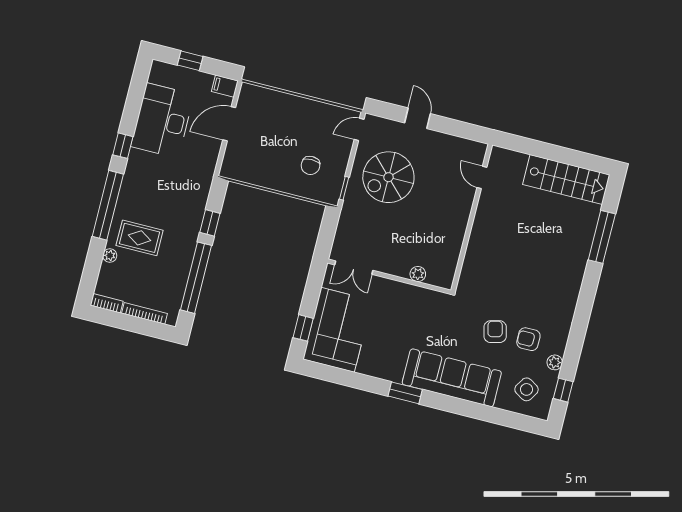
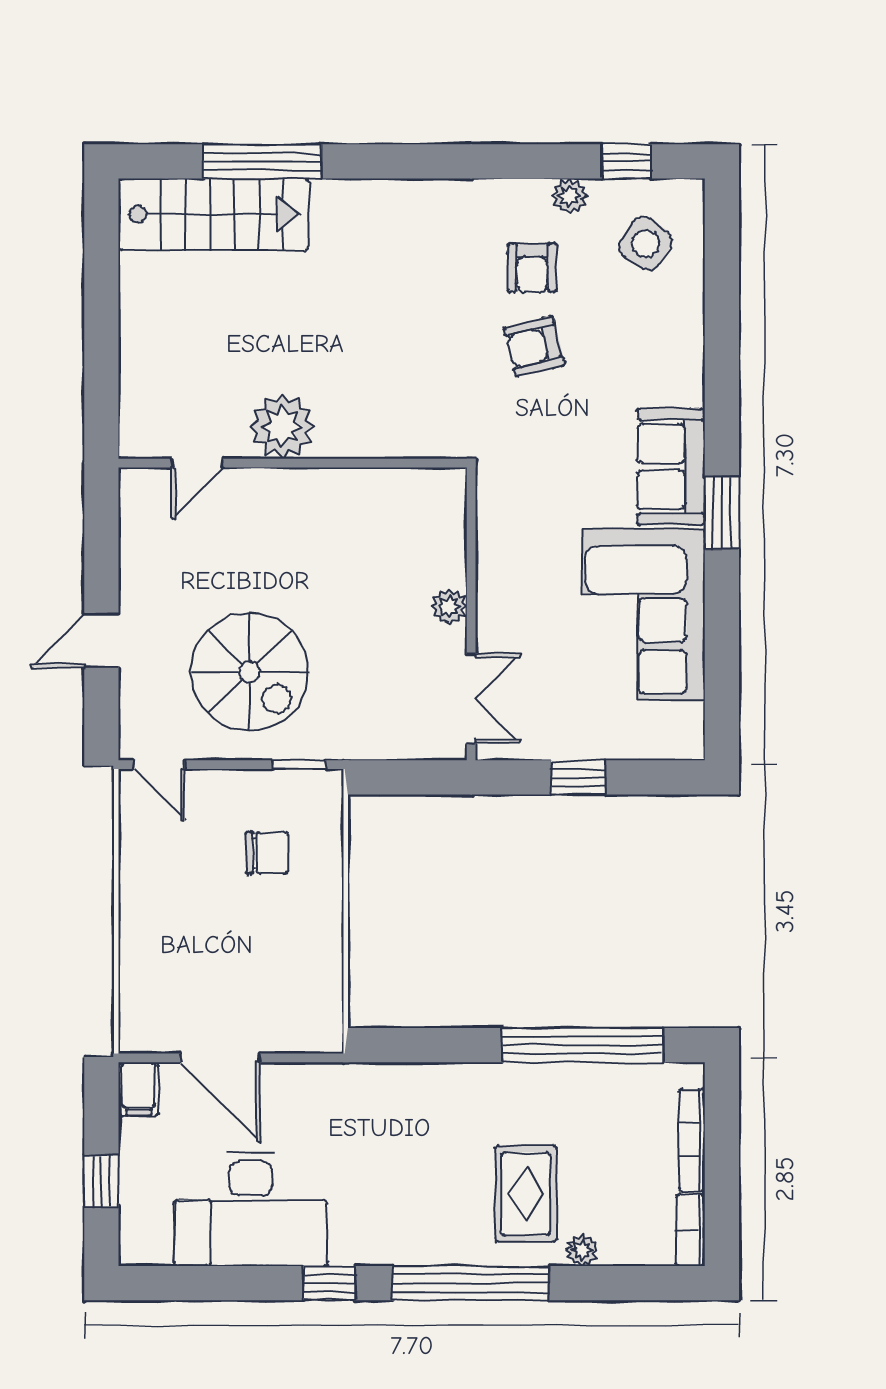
stairs: (566, 180) -> (213, 214), moved, turned 90
plant: (488, 217) -> (282, 426), added
window: (210, 223) -> (453, 1045), removed
plant: (418, 274) -> (449, 606), moved
window: (303, 328) -> (578, 777), moved
corner sofa: (338, 330) -> (644, 614), moved, turned -90
sofa: (452, 378) -> (671, 467), width x0.54, depth x0.79

